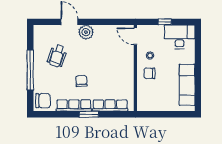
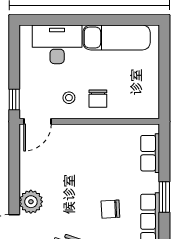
window: (165, 22) -> (14, 99), moved
desk: (180, 37) -> (57, 44), moved, turned 90
row of seats: (110, 105) -> (150, 153), width x0.68

